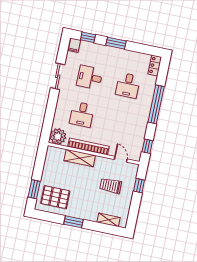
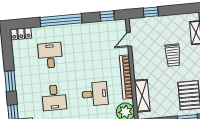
desk: (128, 85) -> (50, 55), turned -90
shelving: (80, 158) -> (142, 96), moved
trolley: (111, 186) -> (173, 55), moved

